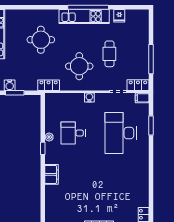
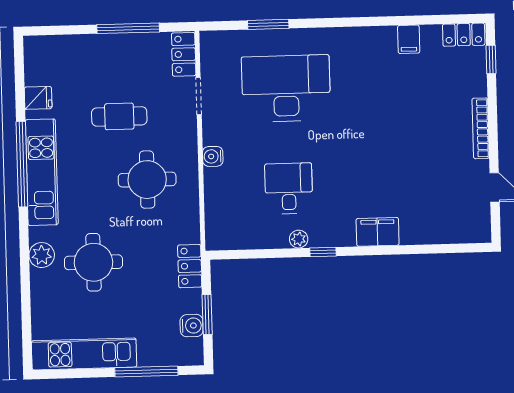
plant: (45, 15) -> (42, 255), added
locker: (49, 85) -> (190, 266), moved
filing cabinet: (142, 98) -> (409, 39), moved
desk: (73, 133) -> (289, 188), turned 180
desk: (121, 133) -> (286, 88), turned 180

